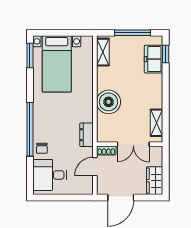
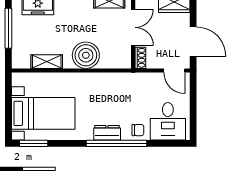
shelving: (103, 52) -> (47, 62), moved
dresser: (87, 135) -> (107, 133), moved, turned 180
door: (95, 167) -> (174, 71), moved

